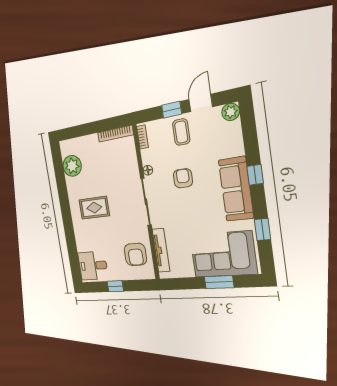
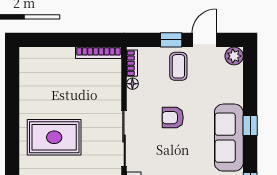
plant: (72, 166) -> (32, 81), removed
floor lamp: (148, 170) -> (132, 84), moved
armchair: (183, 178) -> (173, 118), turned -90
rug: (94, 208) -> (54, 137), width x1.36, depth x1.43

